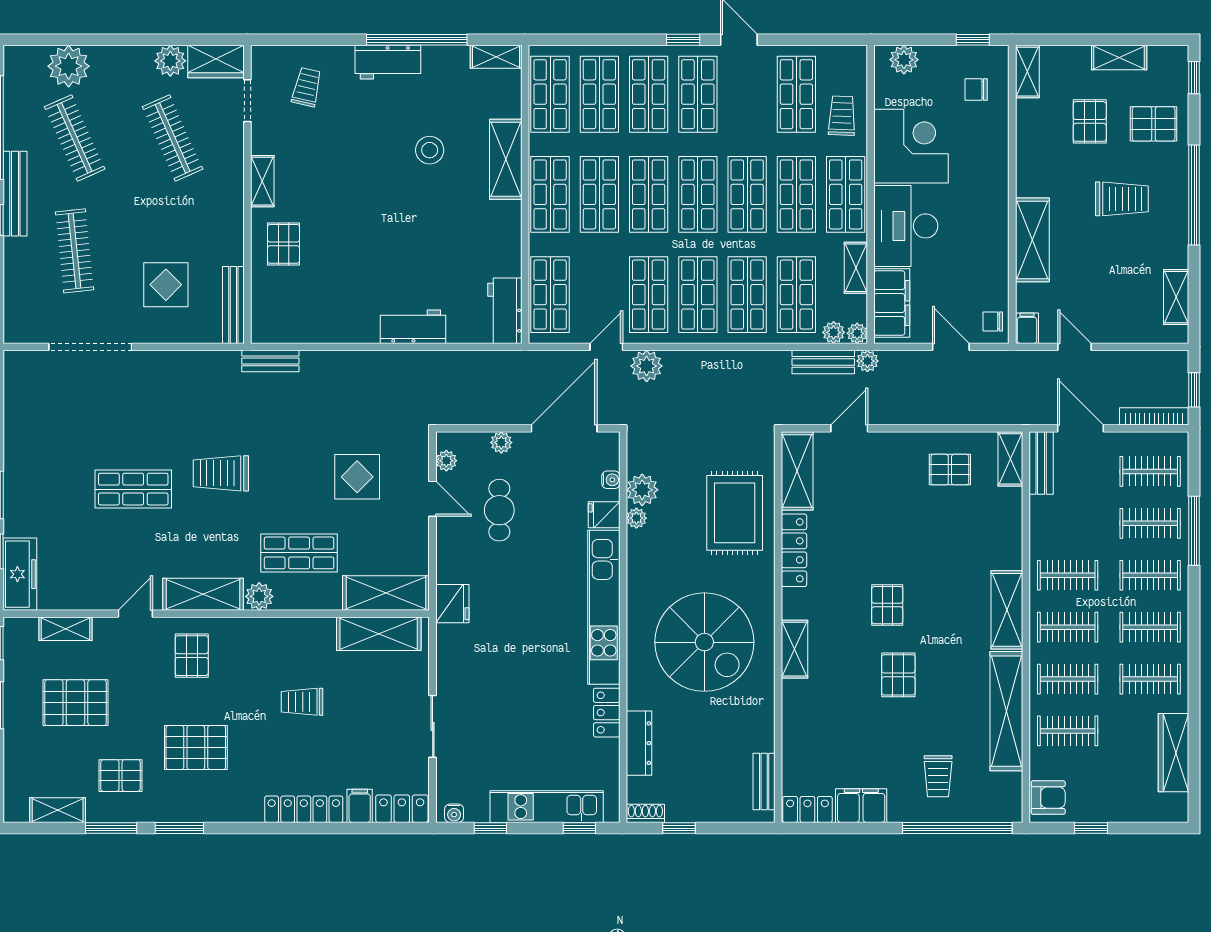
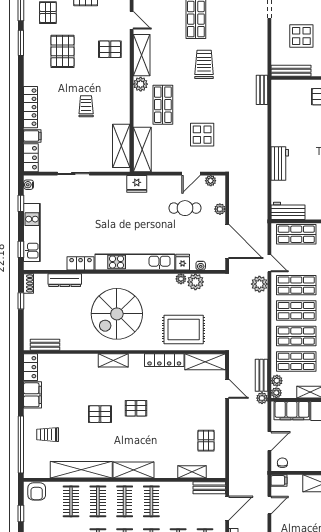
shelving: (1010, 459) -> (192, 472), moved

